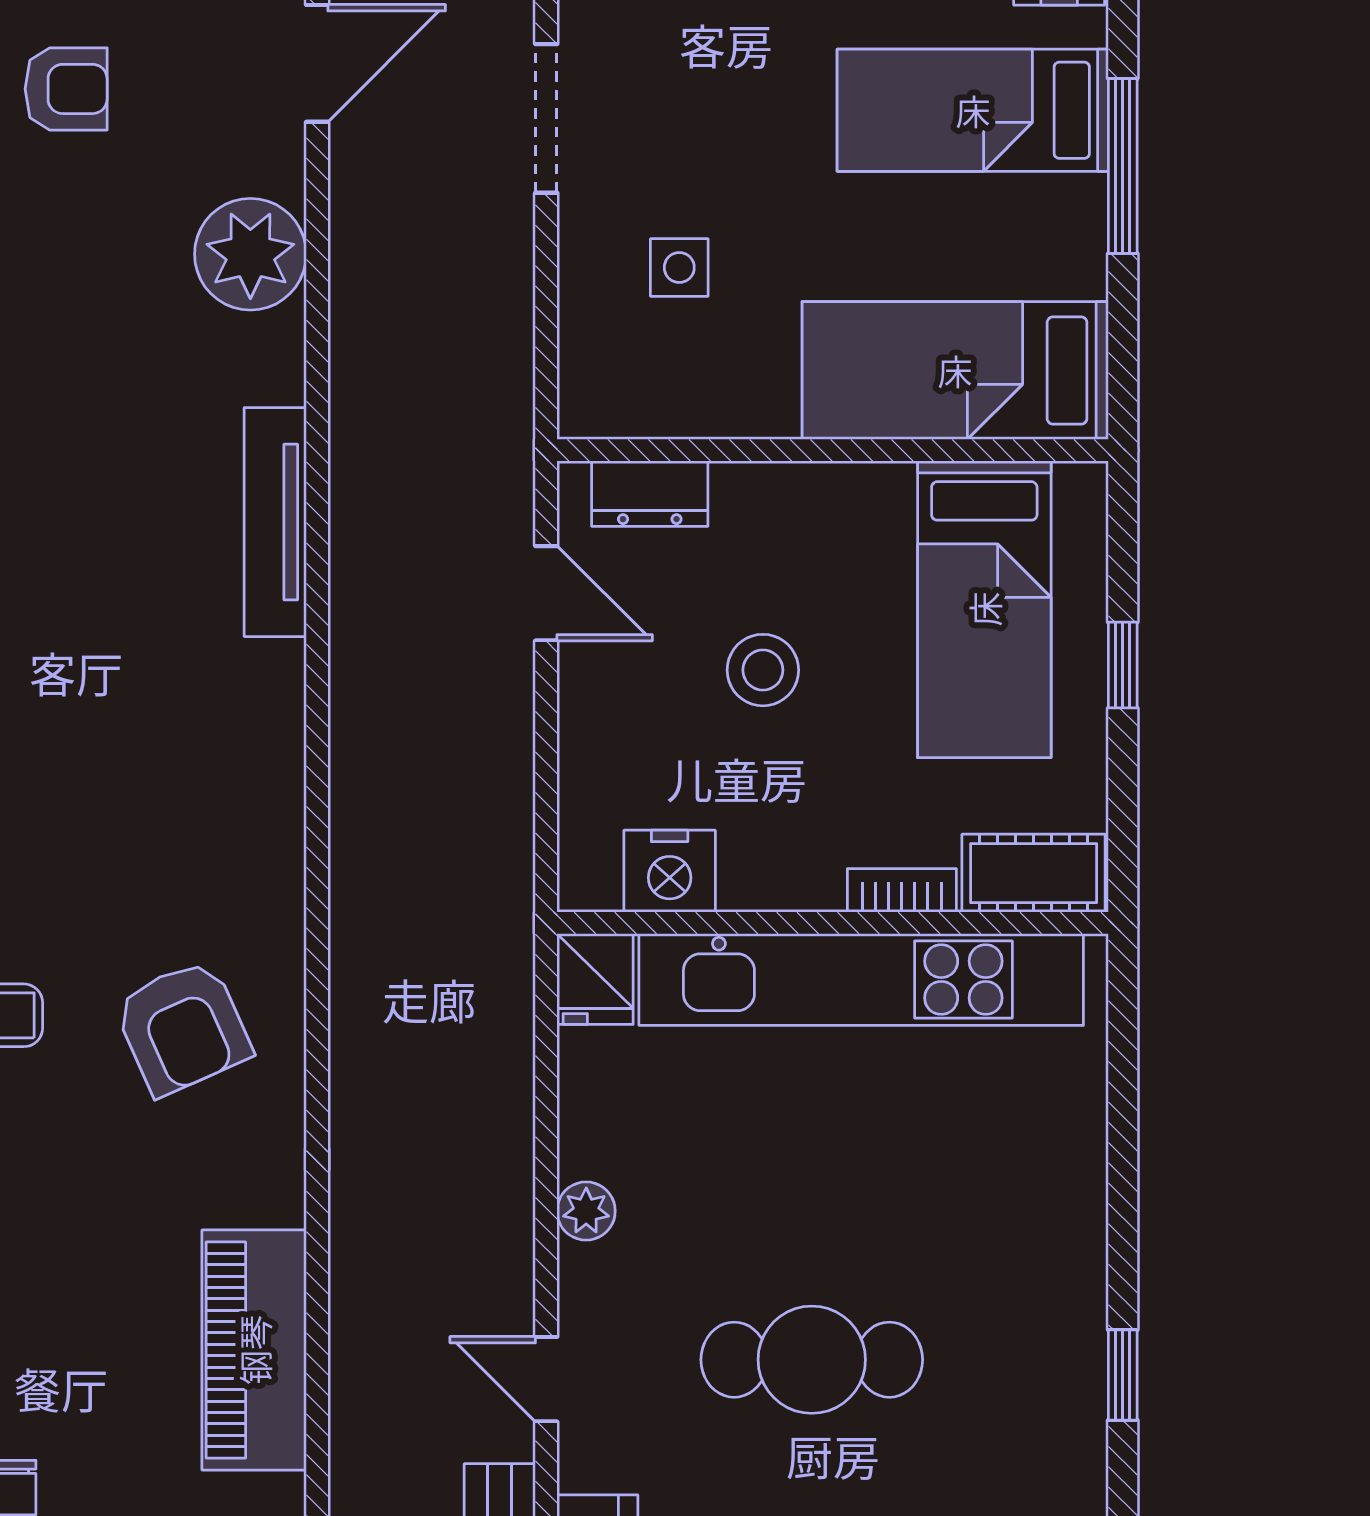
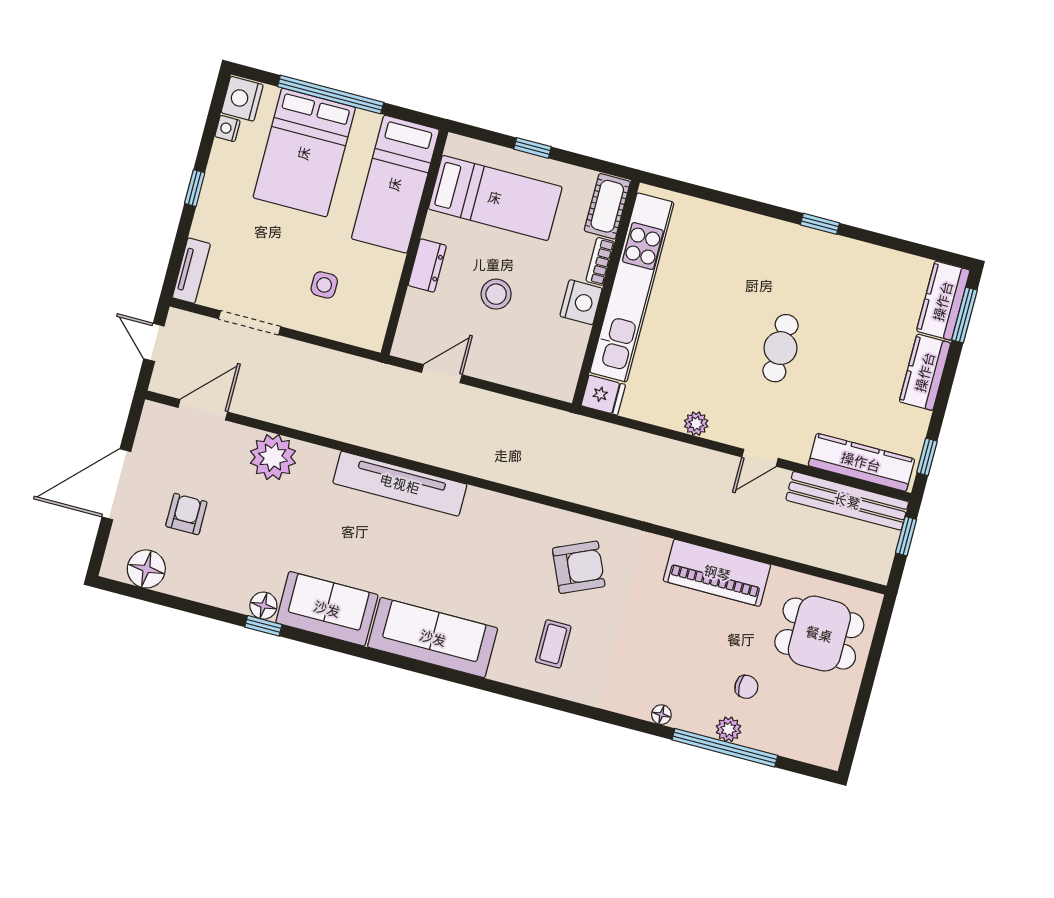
door: (317, 63) -> (203, 410), hinge flipped
bed: (973, 110) -> (304, 153), width x1.50
window: (1123, 166) -> (331, 95), width x1.46
dresser: (650, 494) -> (427, 265), moved
tv unit: (275, 522) -> (400, 484), width x1.36, depth x1.29
nightstand: (670, 871) -> (581, 302), moved
cafe table: (812, 1360) -> (781, 348), width x0.73, depth x0.74

